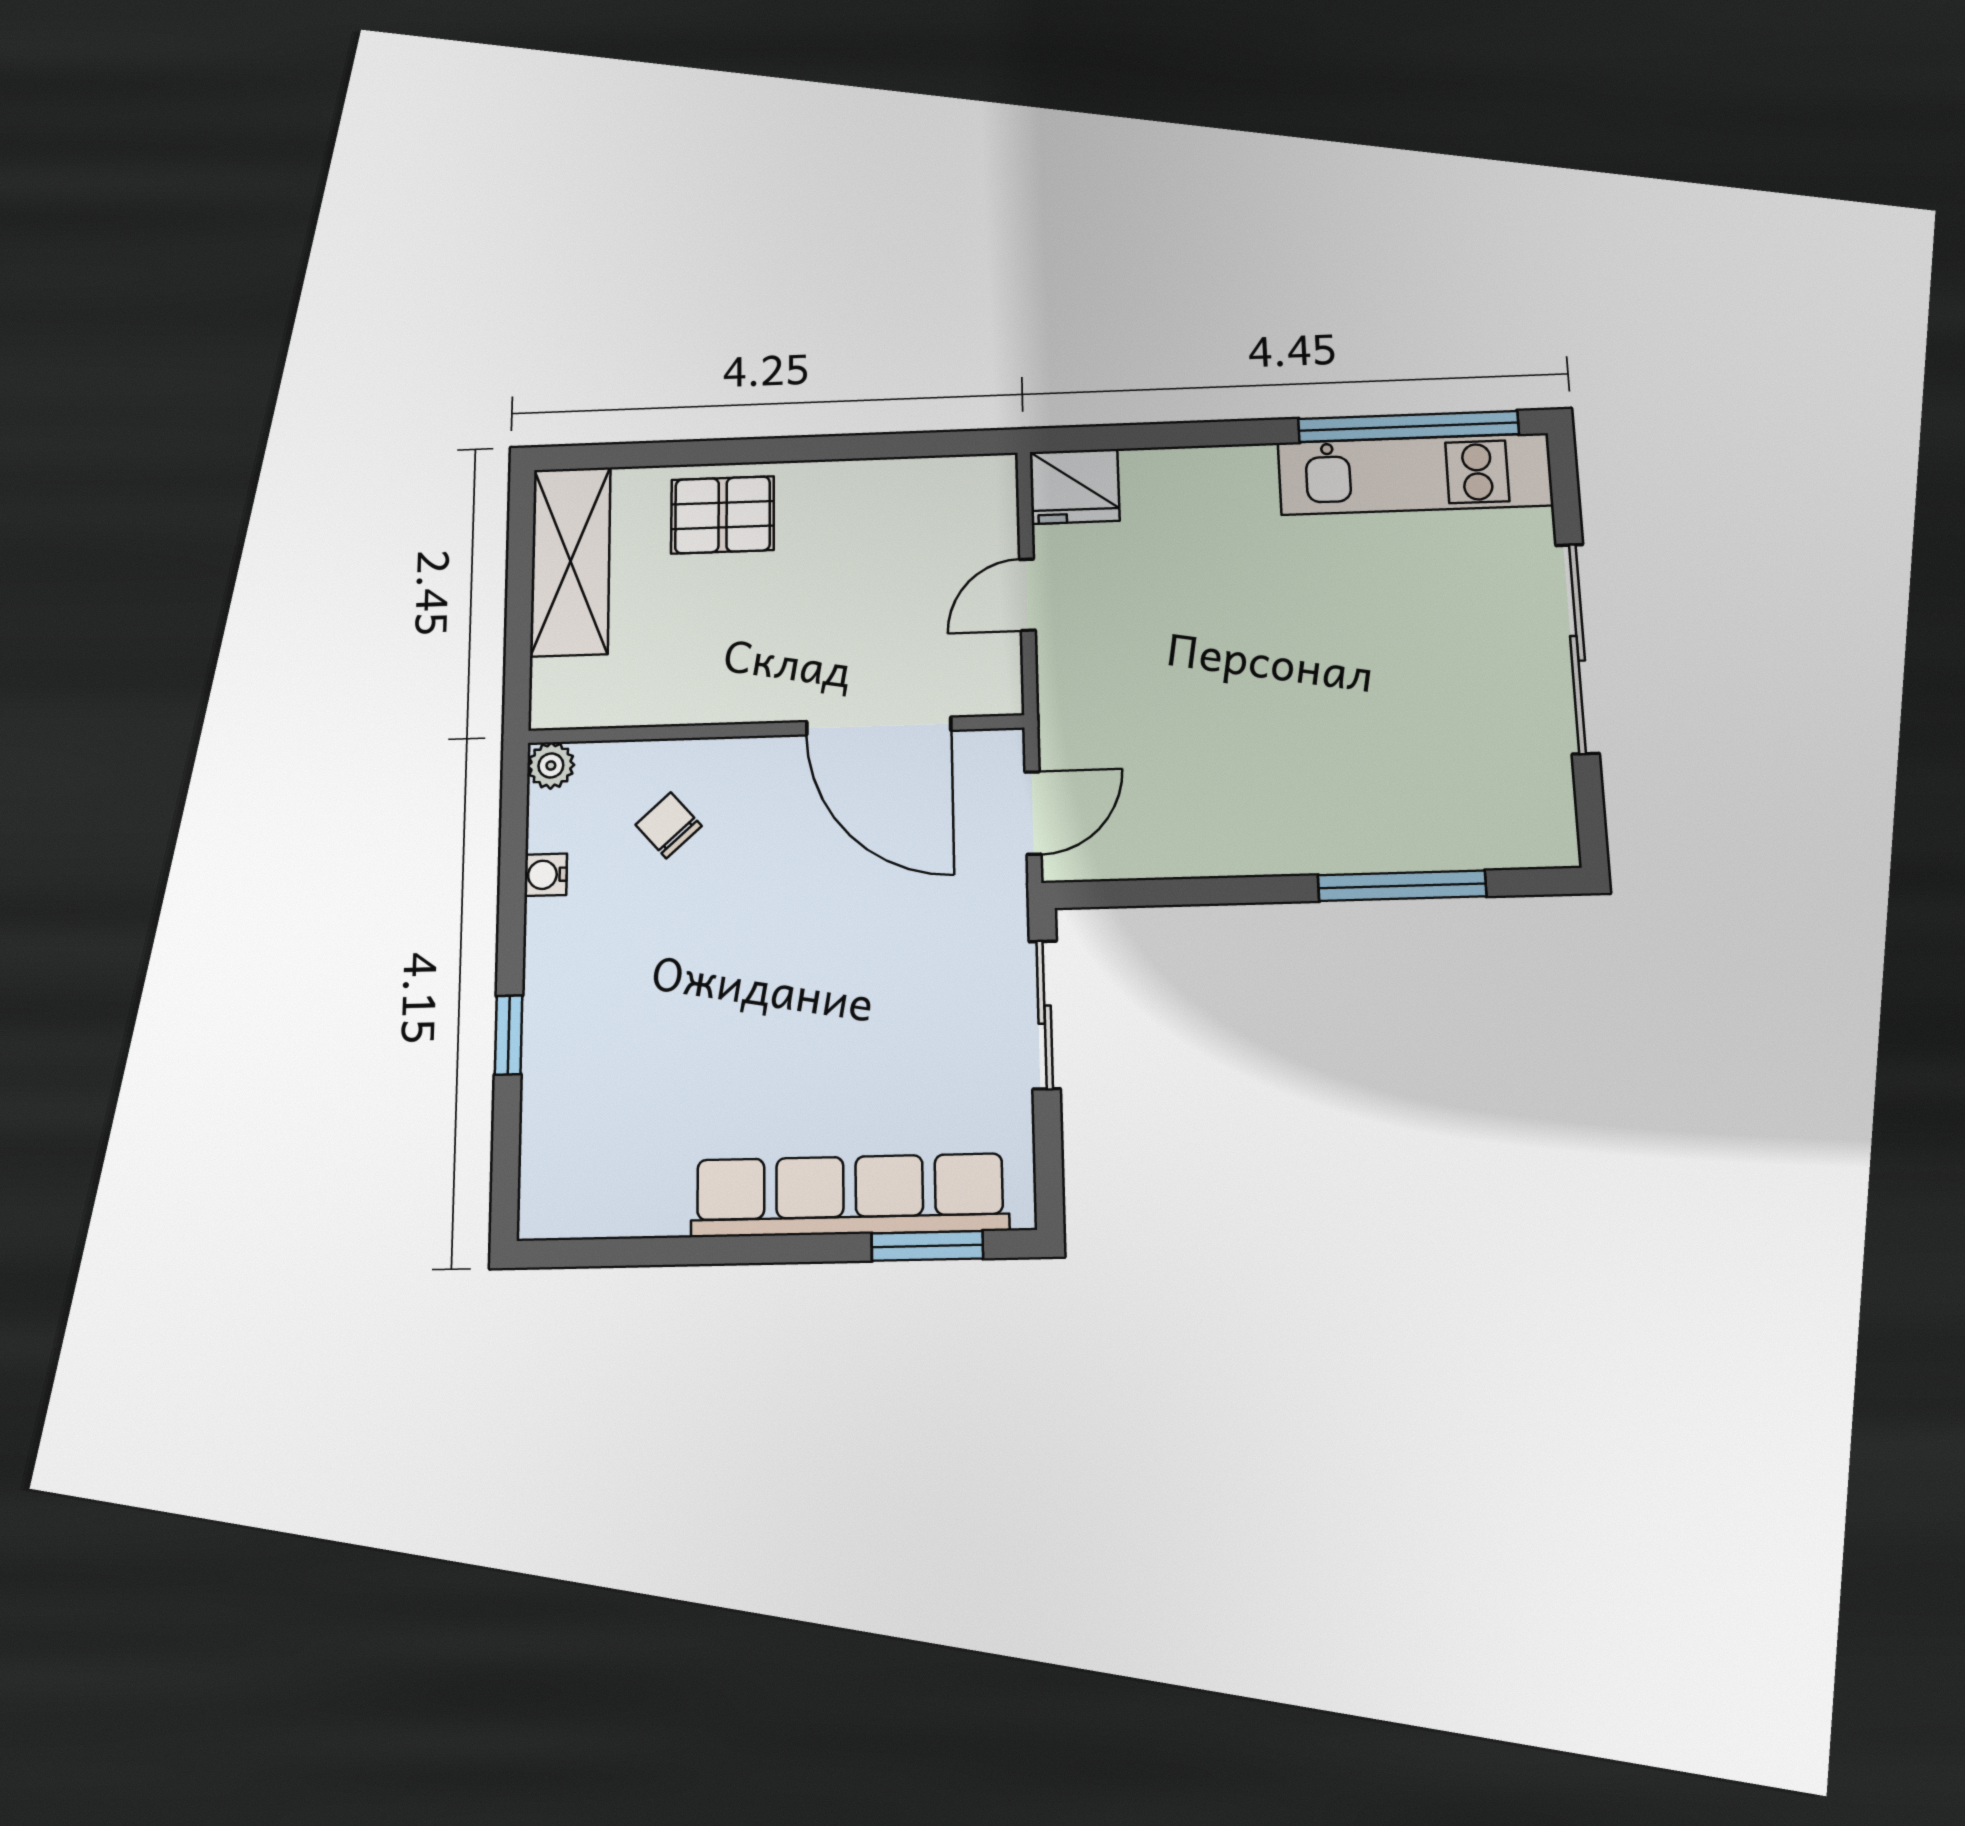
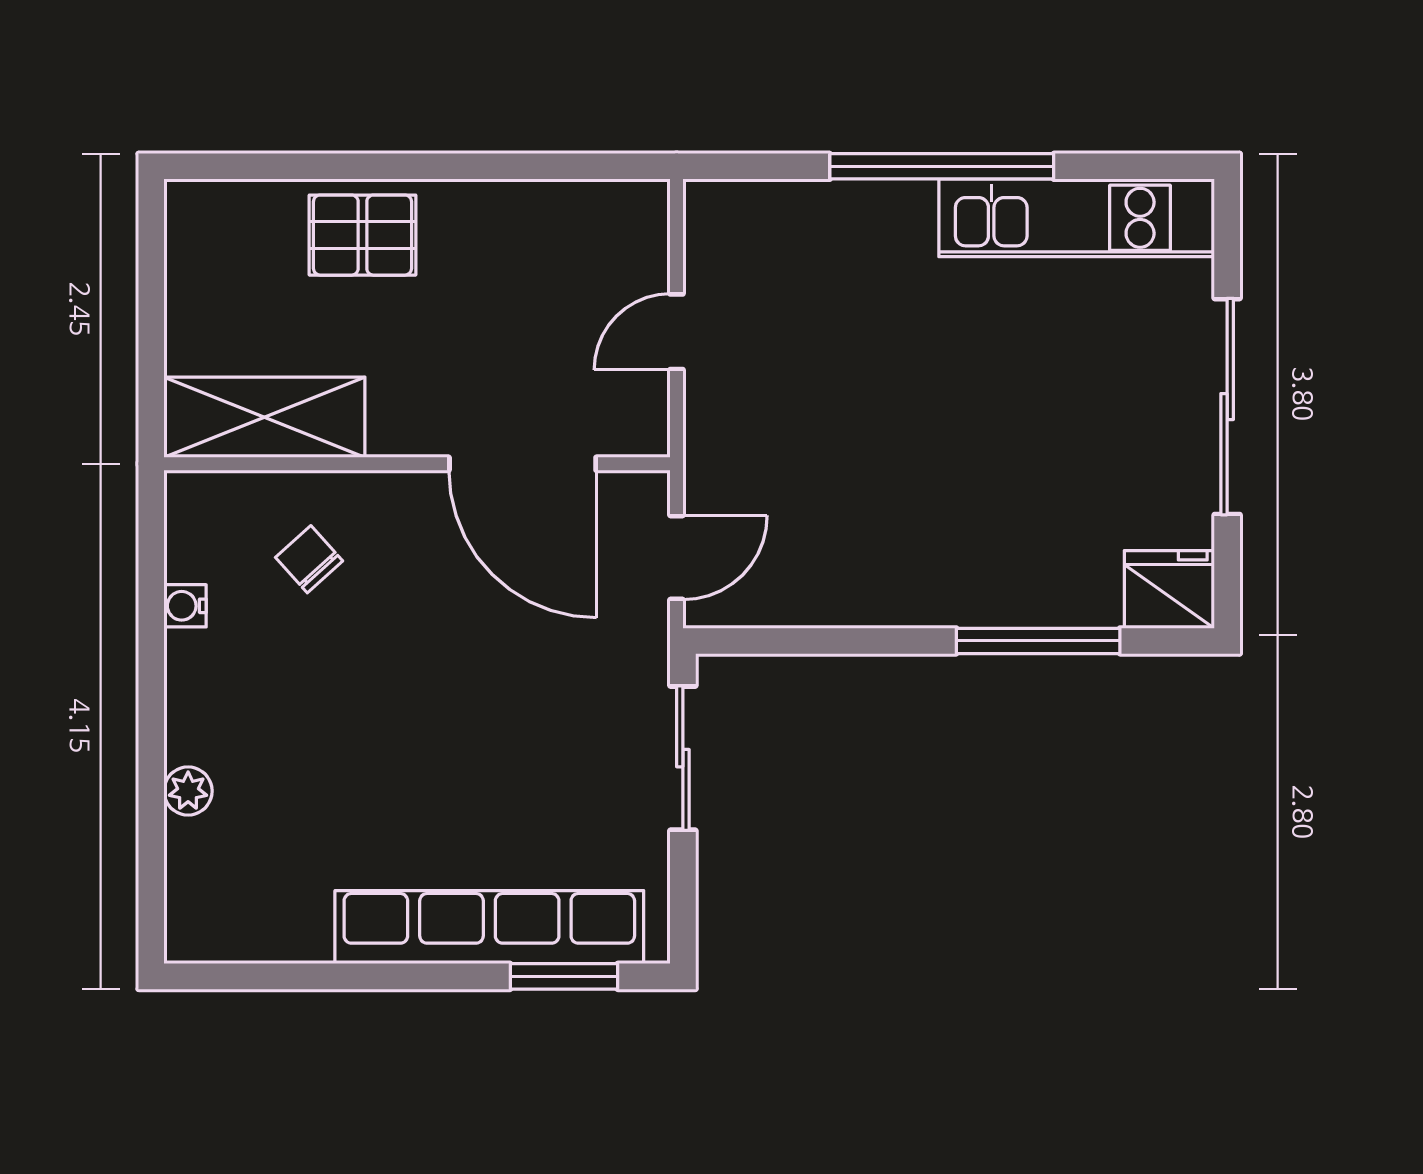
window: (1408, 427) -> (942, 166), moved
fridge: (1075, 486) -> (1169, 589), moved, turned 180
shelving: (571, 561) -> (264, 417), moved, turned 90
plant: (551, 765) -> (188, 791), moved
window: (509, 1035) -> (151, 765), removed

